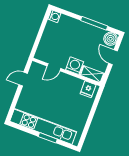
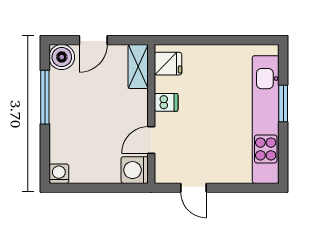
washing machine: (75, 66) -> (135, 170), moved
door: (54, 67) -> (151, 140), swing flipped
dishwasher: (70, 81) -> (166, 102), added

